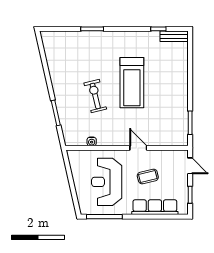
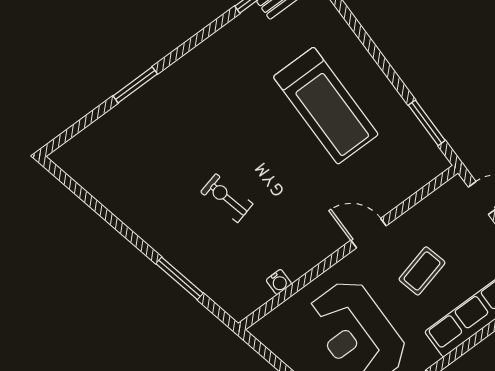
treadmill: (132, 83) -> (326, 106), moved
exercise bike: (95, 96) -> (227, 198), width x0.73, depth x0.72

